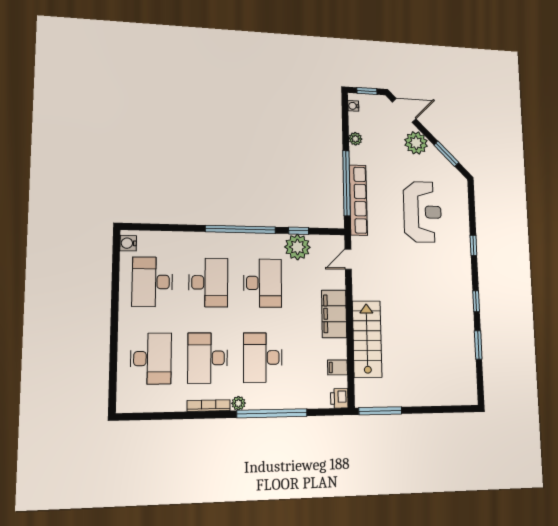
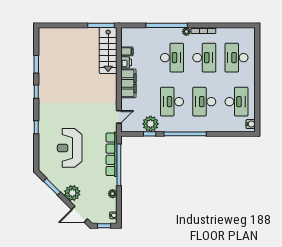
stairs: (367, 339) -> (108, 51), moved
printer: (339, 398) -> (126, 62), moved

